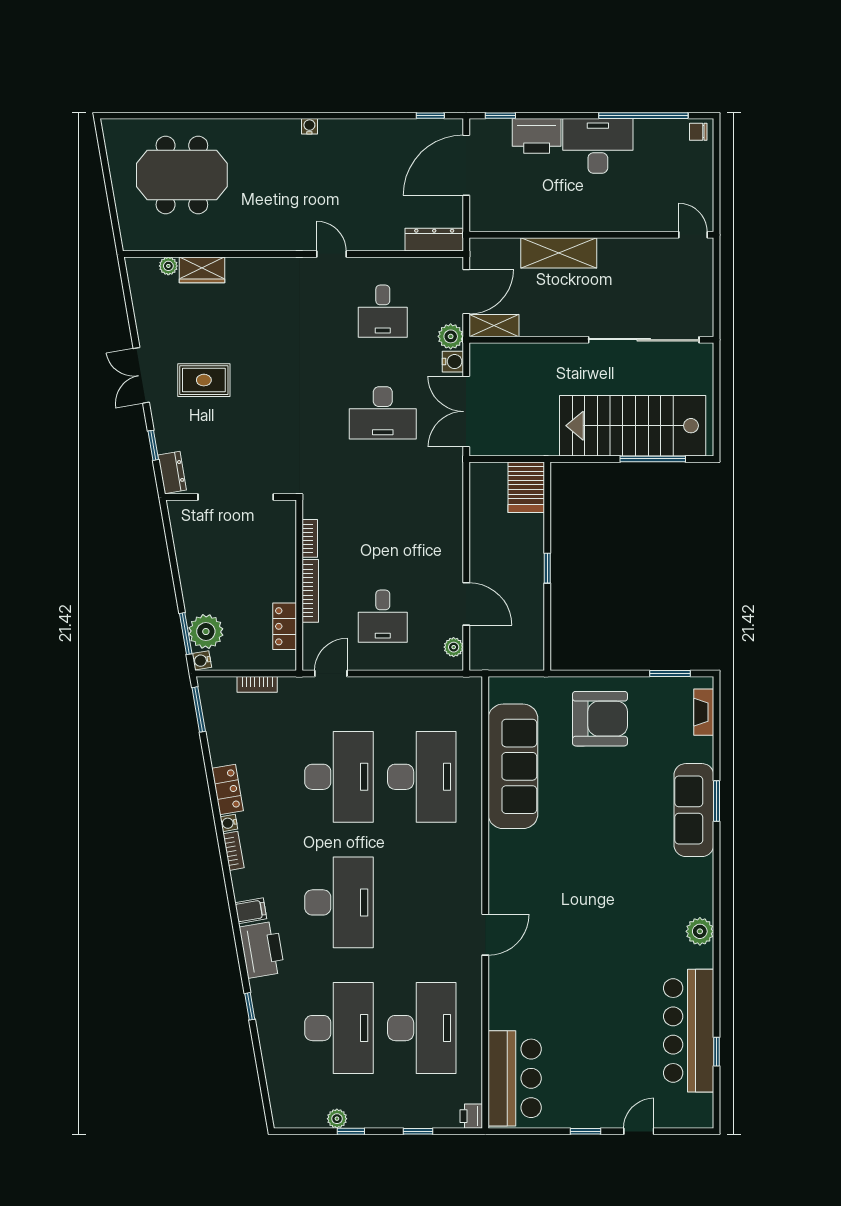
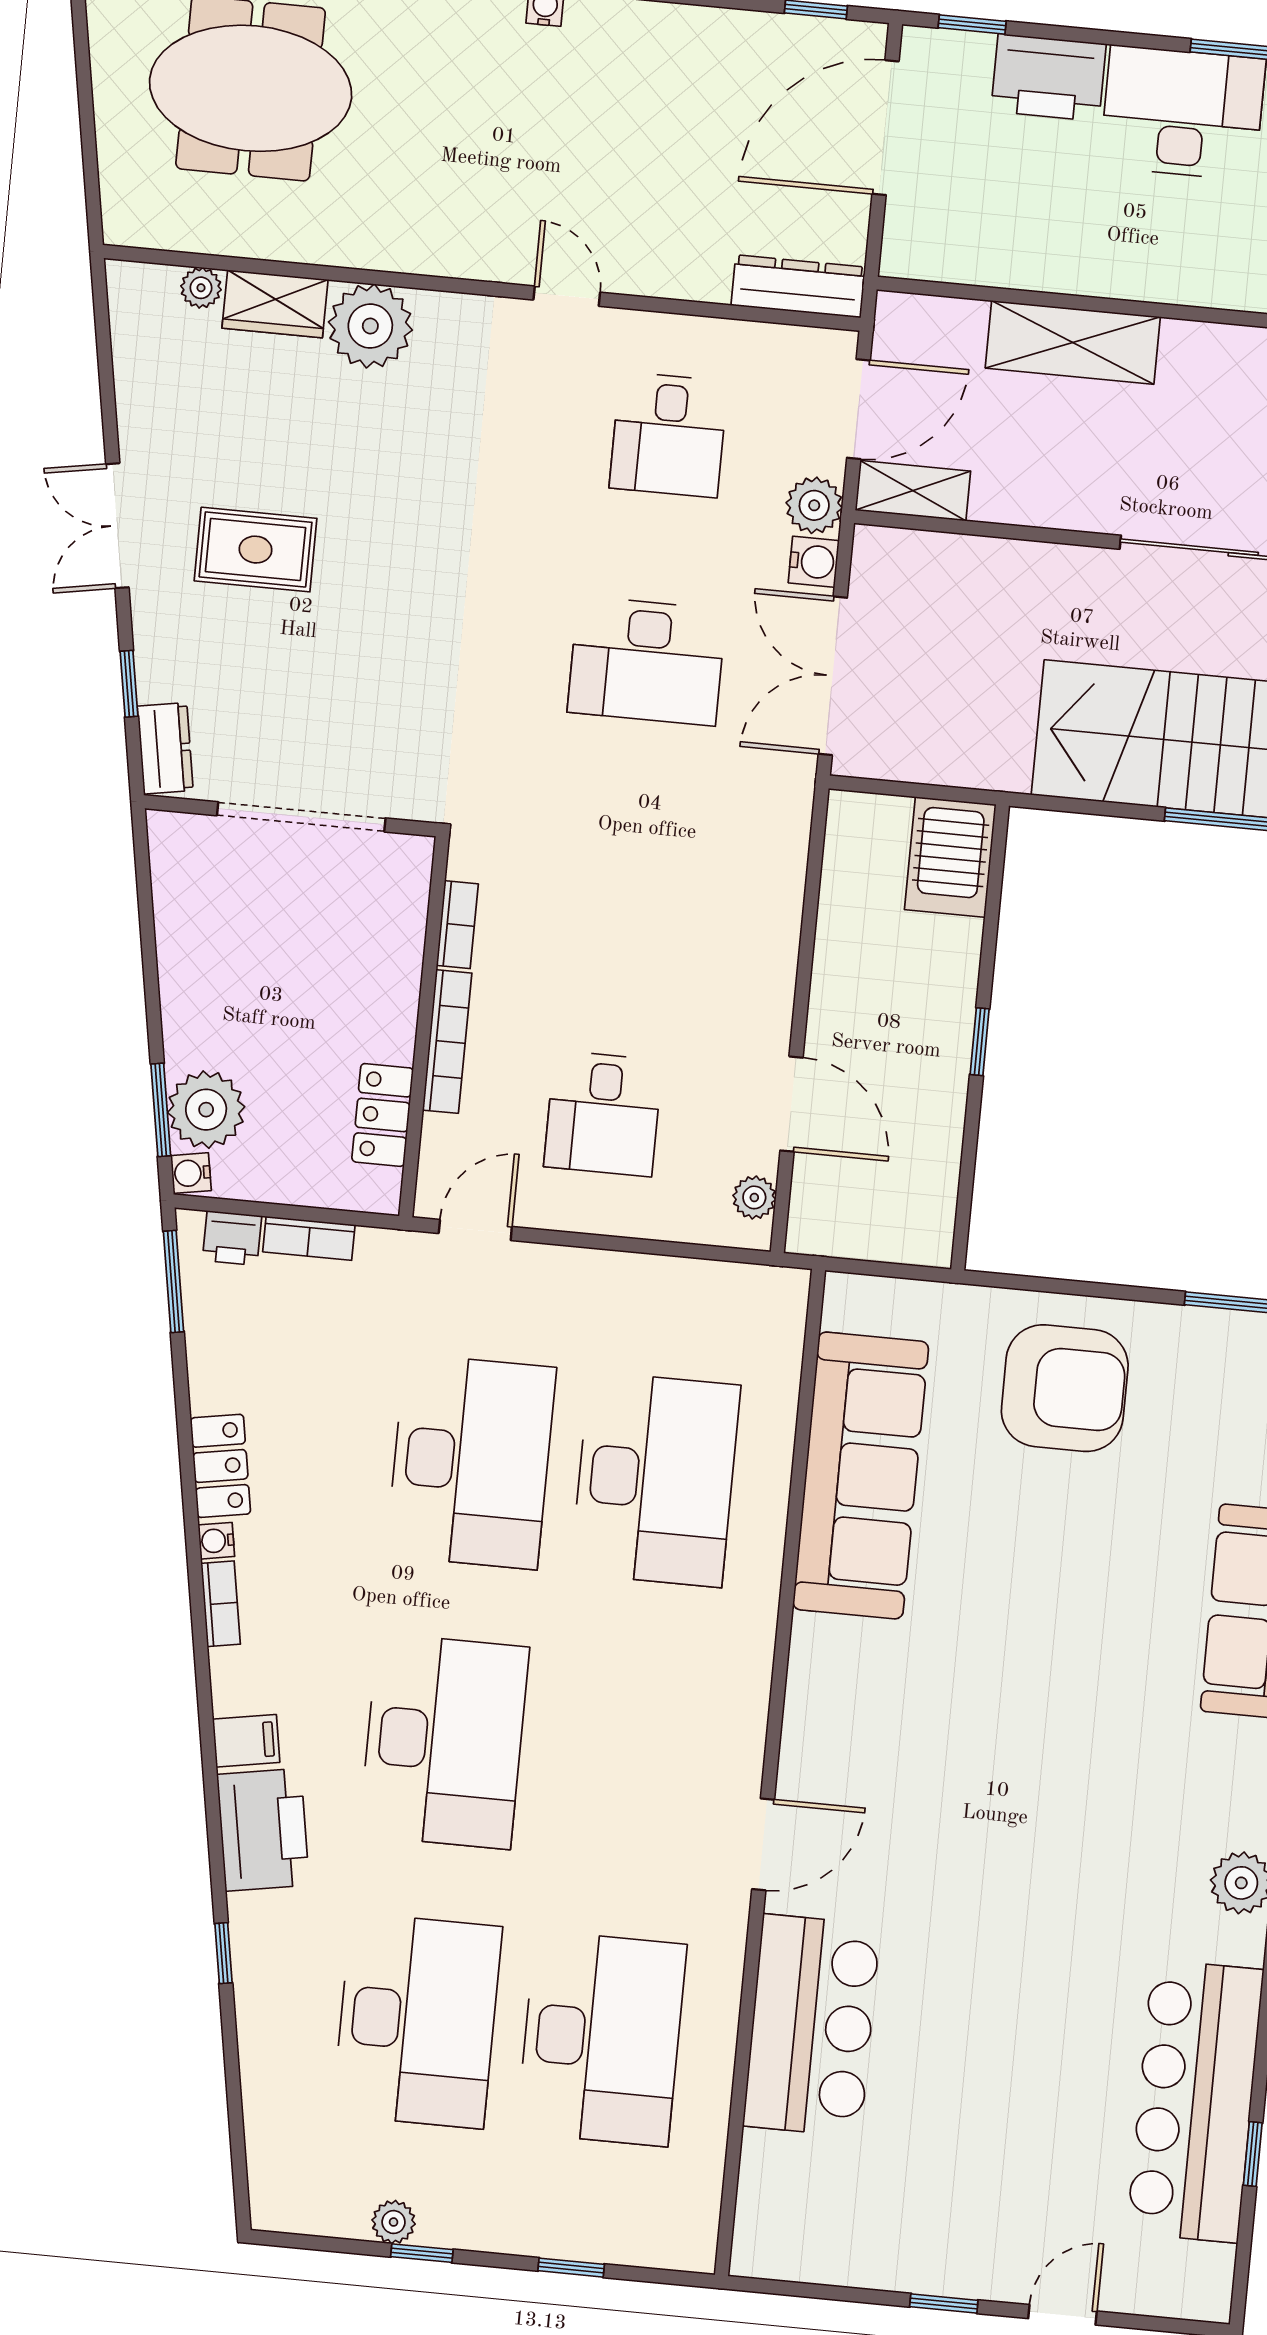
plant: (245, 276) -> (370, 326), added
bar counter: (515, 1078) -> (812, 2025), moved
printer: (471, 1116) -> (232, 1238), moved, turned -90

